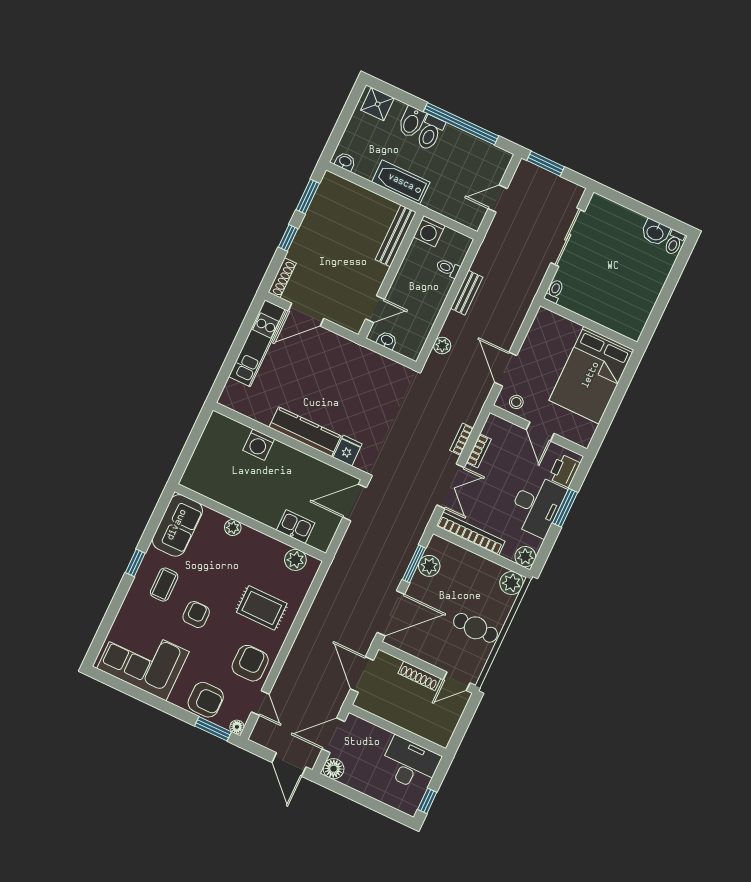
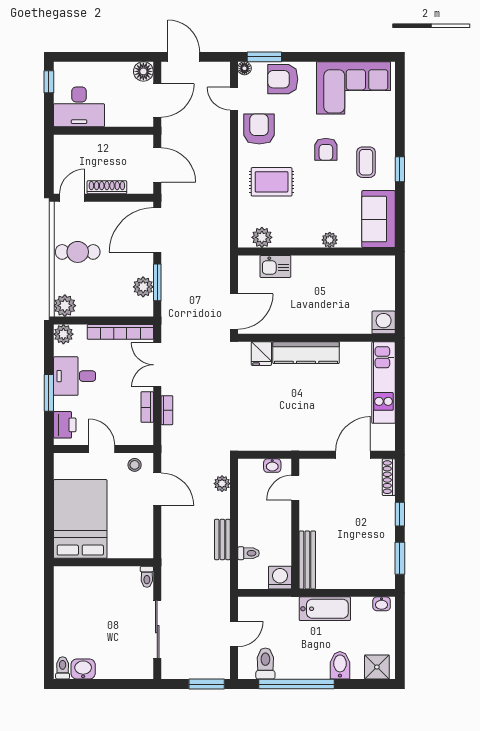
toilet: (430, 133) -> (265, 664), moved
kitchen unit: (257, 343) -> (384, 383), moved
washing machine: (259, 445) -> (384, 322), moved
desk: (537, 505) -> (75, 376), width x0.73
armchair: (250, 663) -> (259, 129), turned 180

